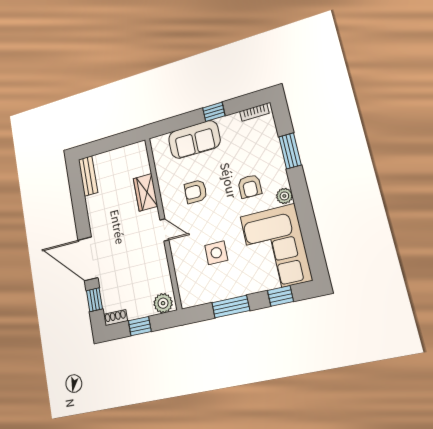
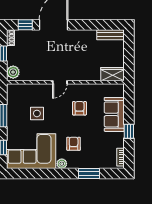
armchair: (250, 186) -> (74, 144), turned 90
wardrobe: (146, 192) -> (113, 74), moved

